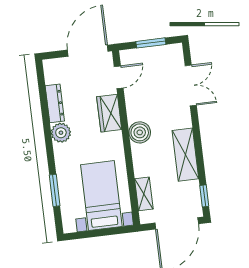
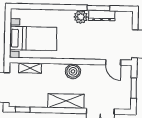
wardrobe: (109, 113) -> (89, 52), removed
shelving: (185, 155) -> (66, 101), moved
window: (55, 190) -> (98, 8), moved

